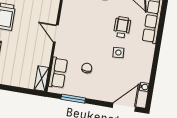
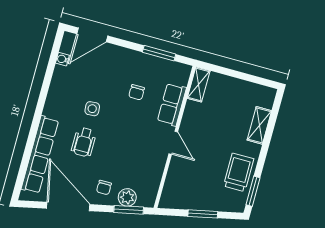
row of seats: (58, 73) -> (172, 105), moved

